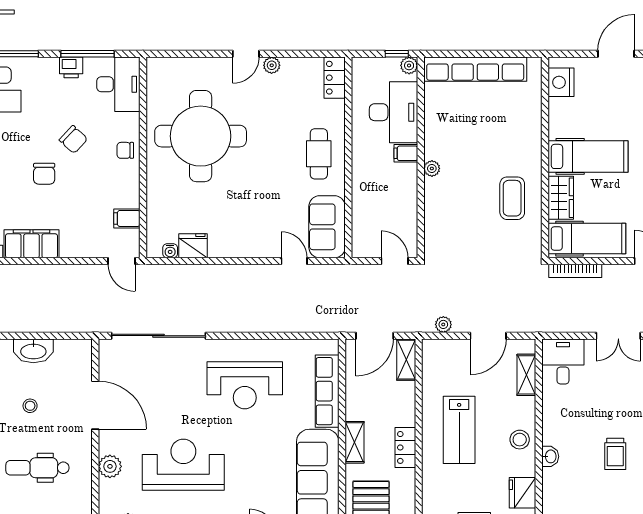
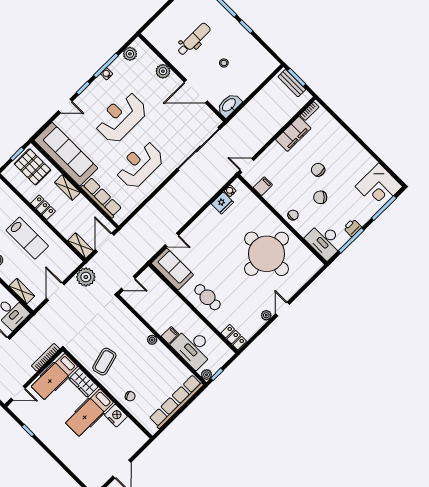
nightstand: (561, 82) -> (116, 416), moved
chair: (522, 129) -> (130, 396), added
coffee table: (512, 198) -> (104, 362), turned 75
plant: (443, 324) -> (86, 277), width x1.88, depth x1.88
washbasin: (33, 351) -> (229, 105), moved
lab bench: (459, 430) -> (27, 238), turned 180
reception desk: (183, 465) -> (121, 117), moved, turned 180

